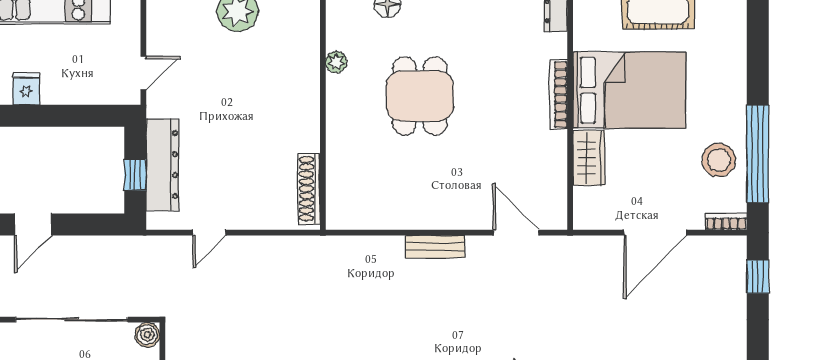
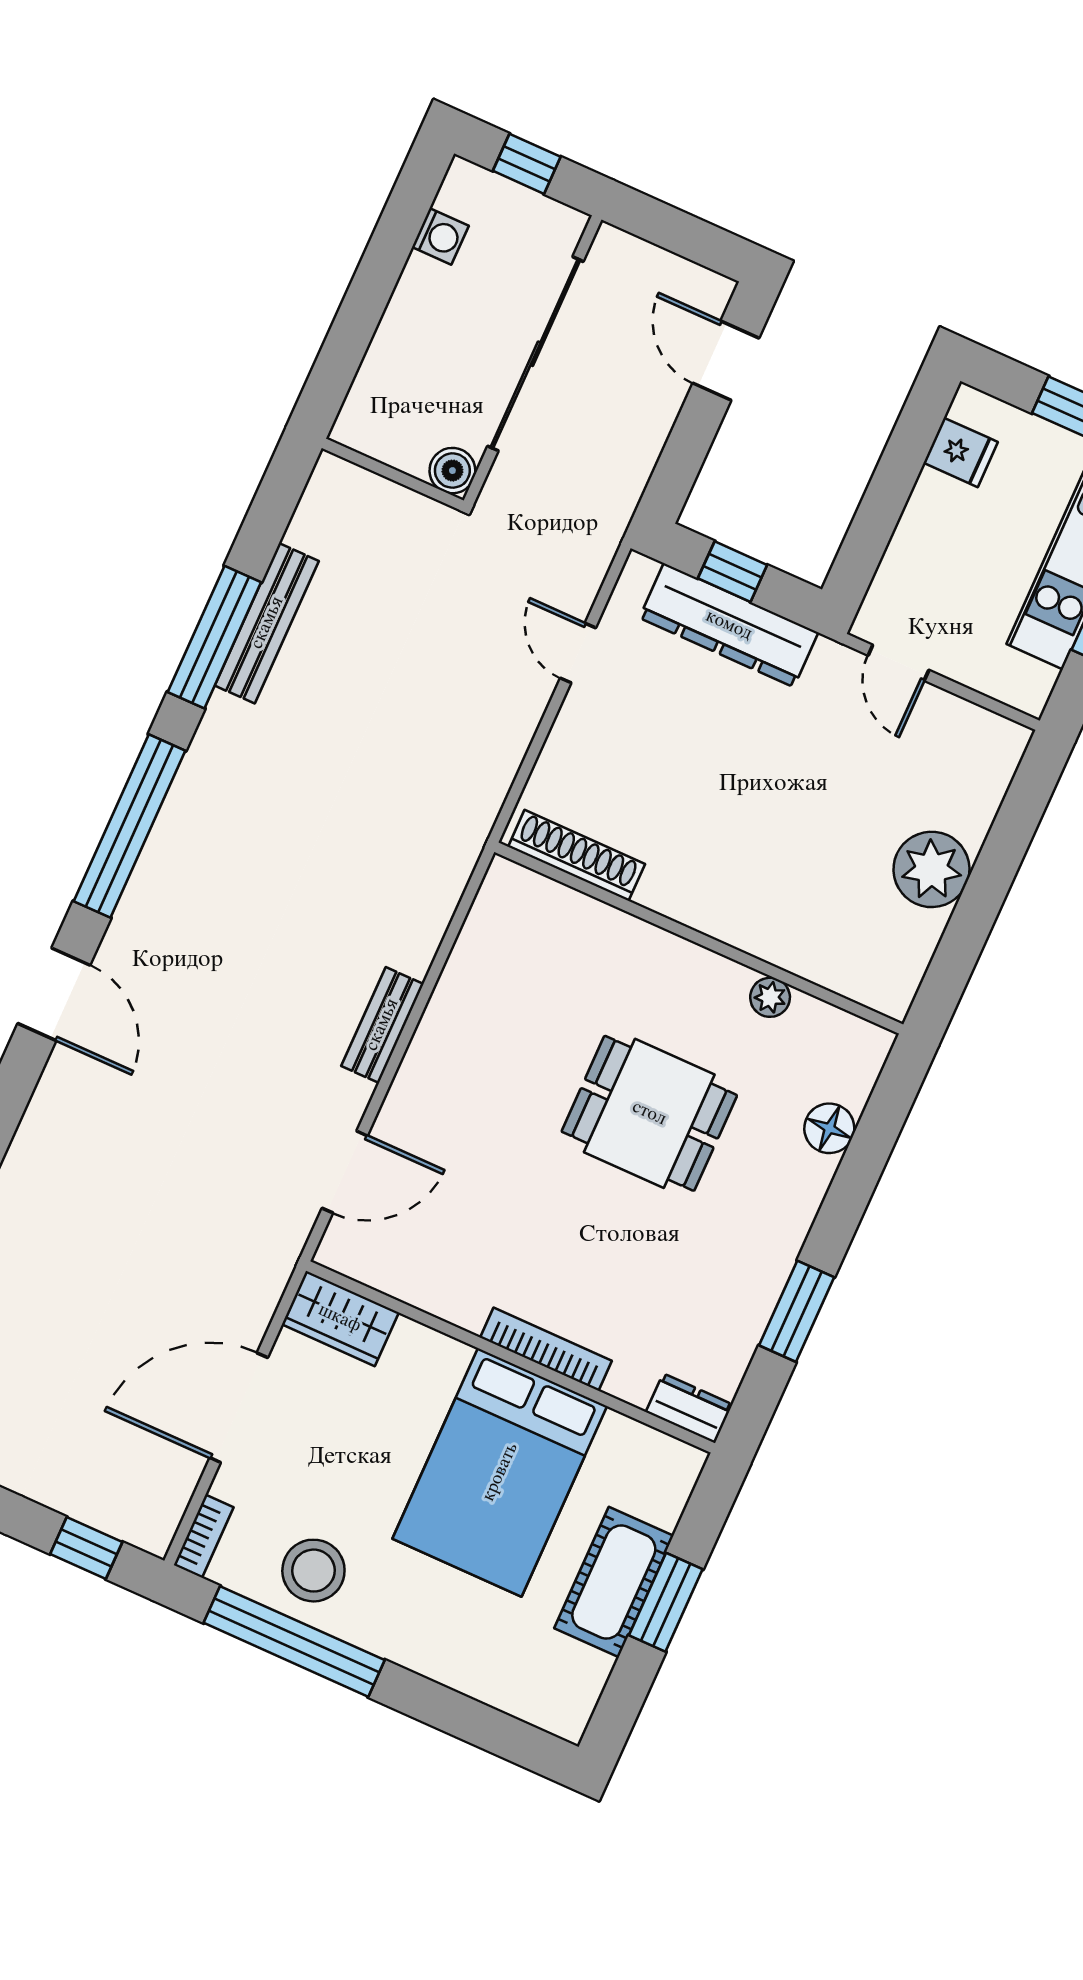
wardrobe: (589, 158) -> (340, 1318), moved
door: (655, 233) -> (239, 1408), hinge flipped

